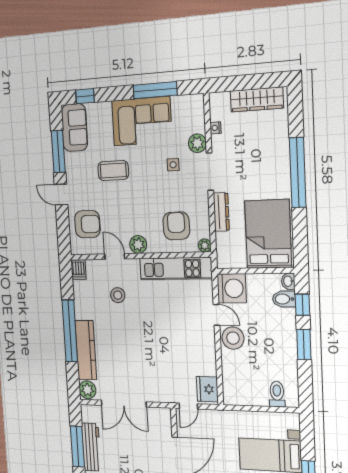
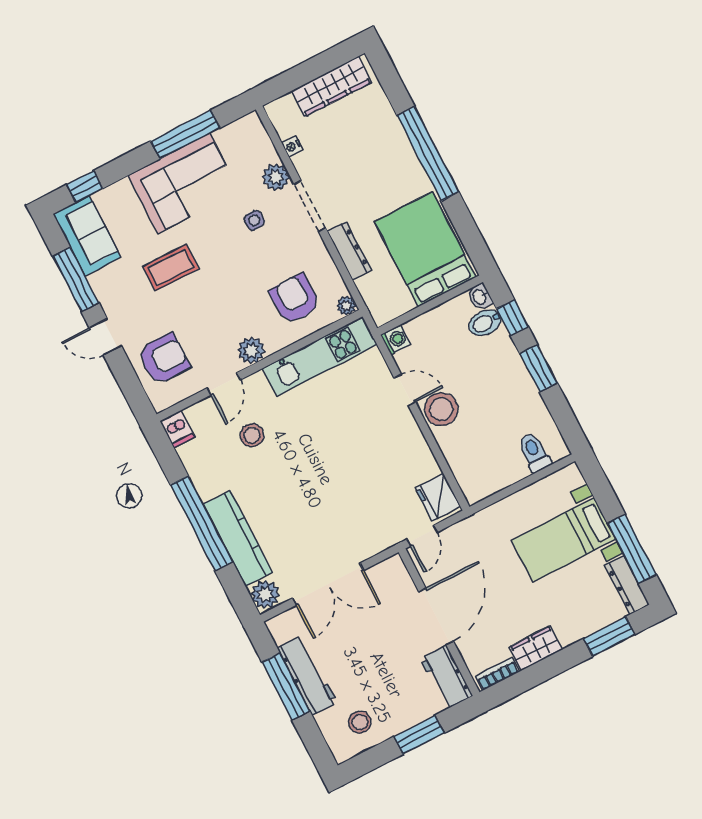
door: (115, 256) -> (224, 384), swing flipped
washing machine: (232, 288) -> (396, 340), width x0.53, depth x0.53

